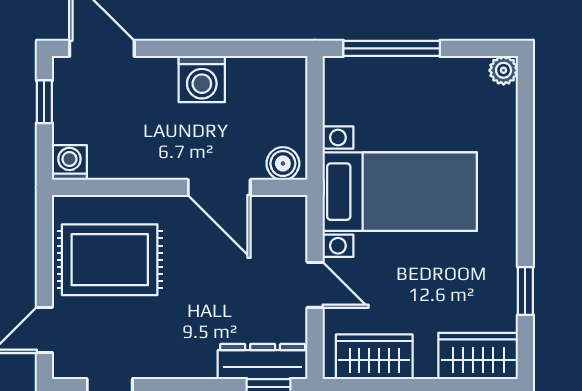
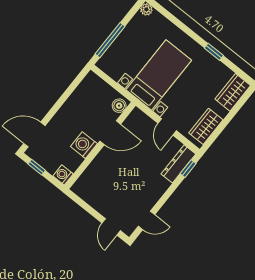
washing machine: (202, 79) -> (84, 145), moved, turned 180
rug: (110, 260) -> (105, 187), removed
door: (315, 285) -> (167, 127), swing flipped
window: (525, 291) -> (214, 52), moved

